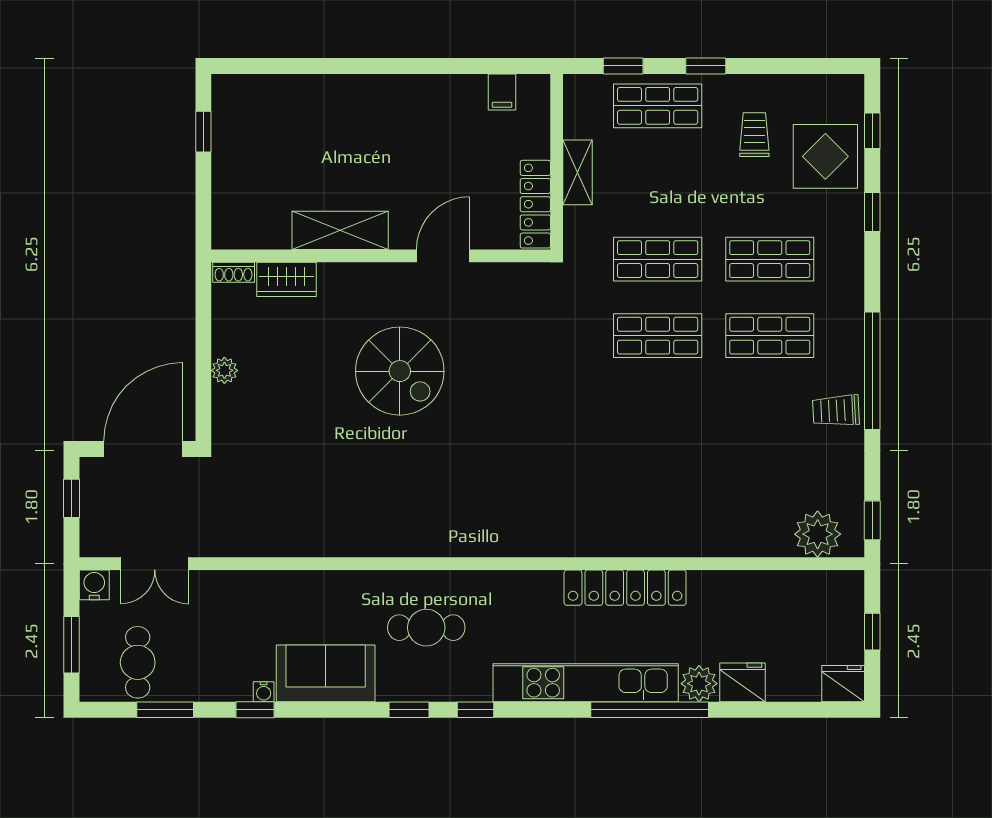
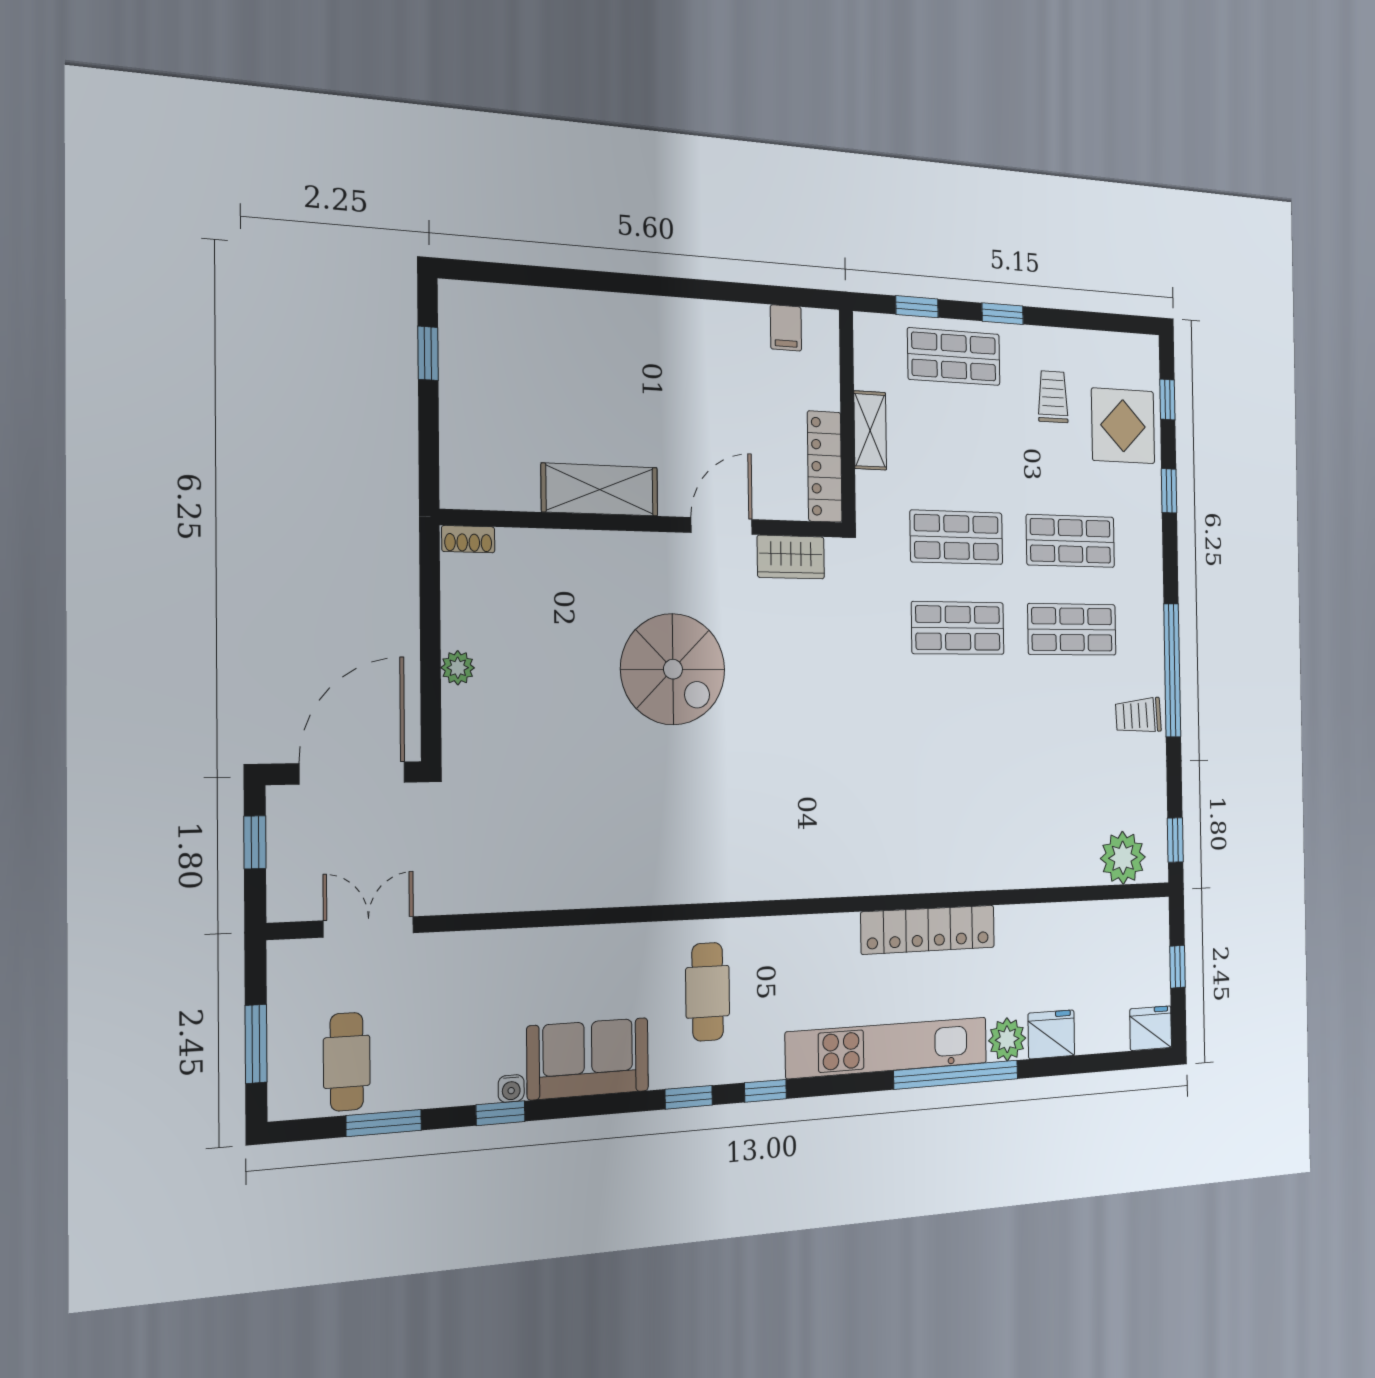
wardrobe: (287, 279) -> (791, 557), moved
double door: (155, 564) -> (369, 927), swing flipped
water cooler: (94, 585) -> (287, 960), removed
cafe table: (426, 628) -> (708, 992), turned 90

